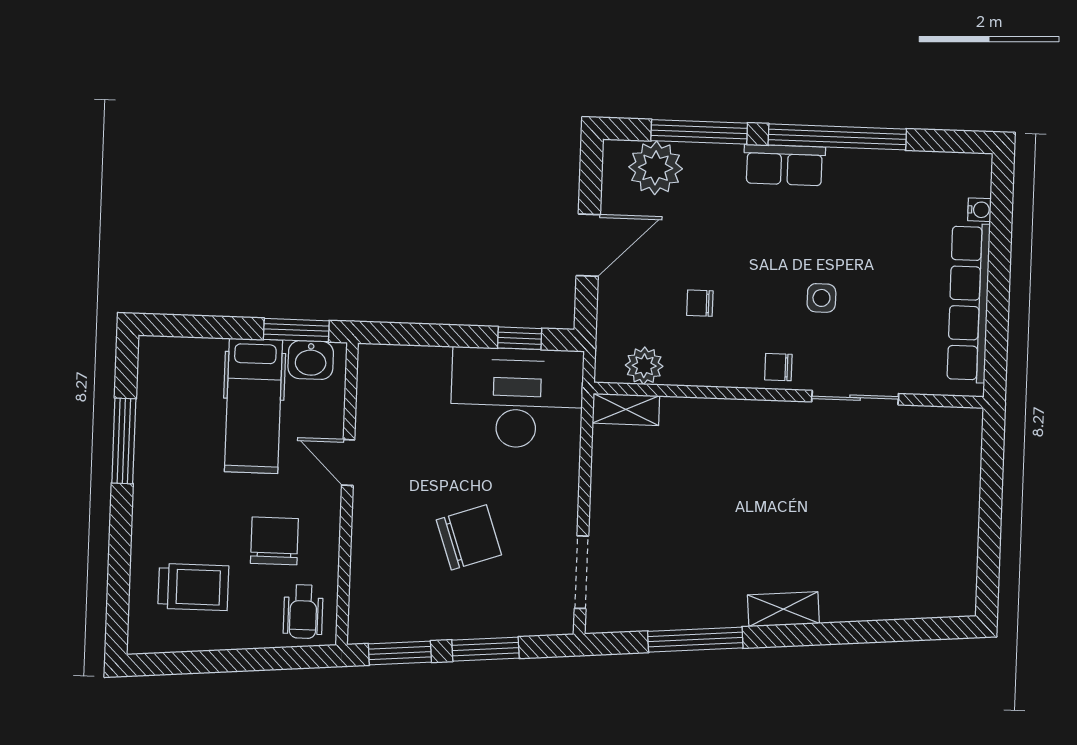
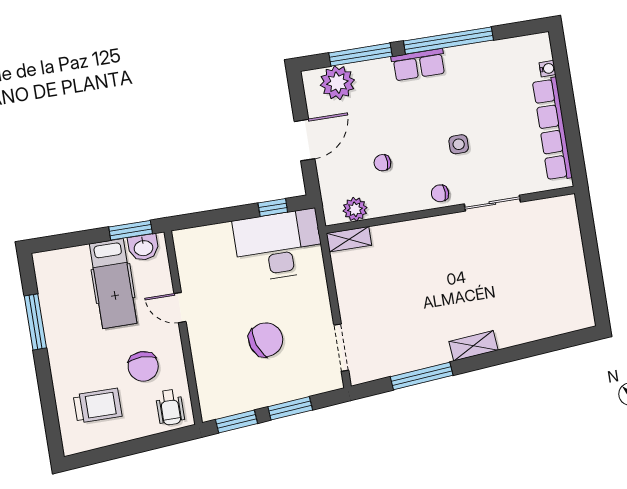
chair: (274, 541) -> (143, 366), turned 180

